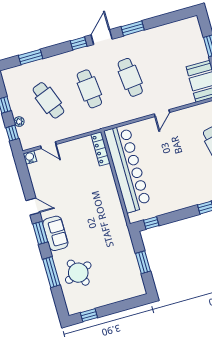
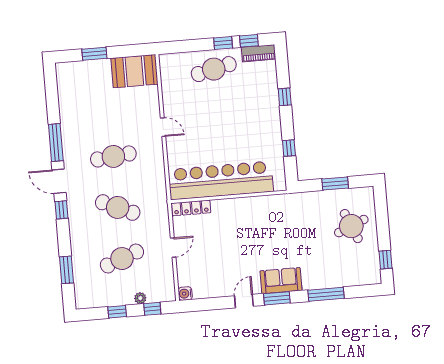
window: (133, 28) -> (56, 142), width x1.44
cafe table: (89, 89) -> (118, 207), turned 30
door: (48, 145) -> (173, 248), moved
window: (151, 223) -> (289, 148), moved
round table: (78, 273) -> (351, 226), moved

